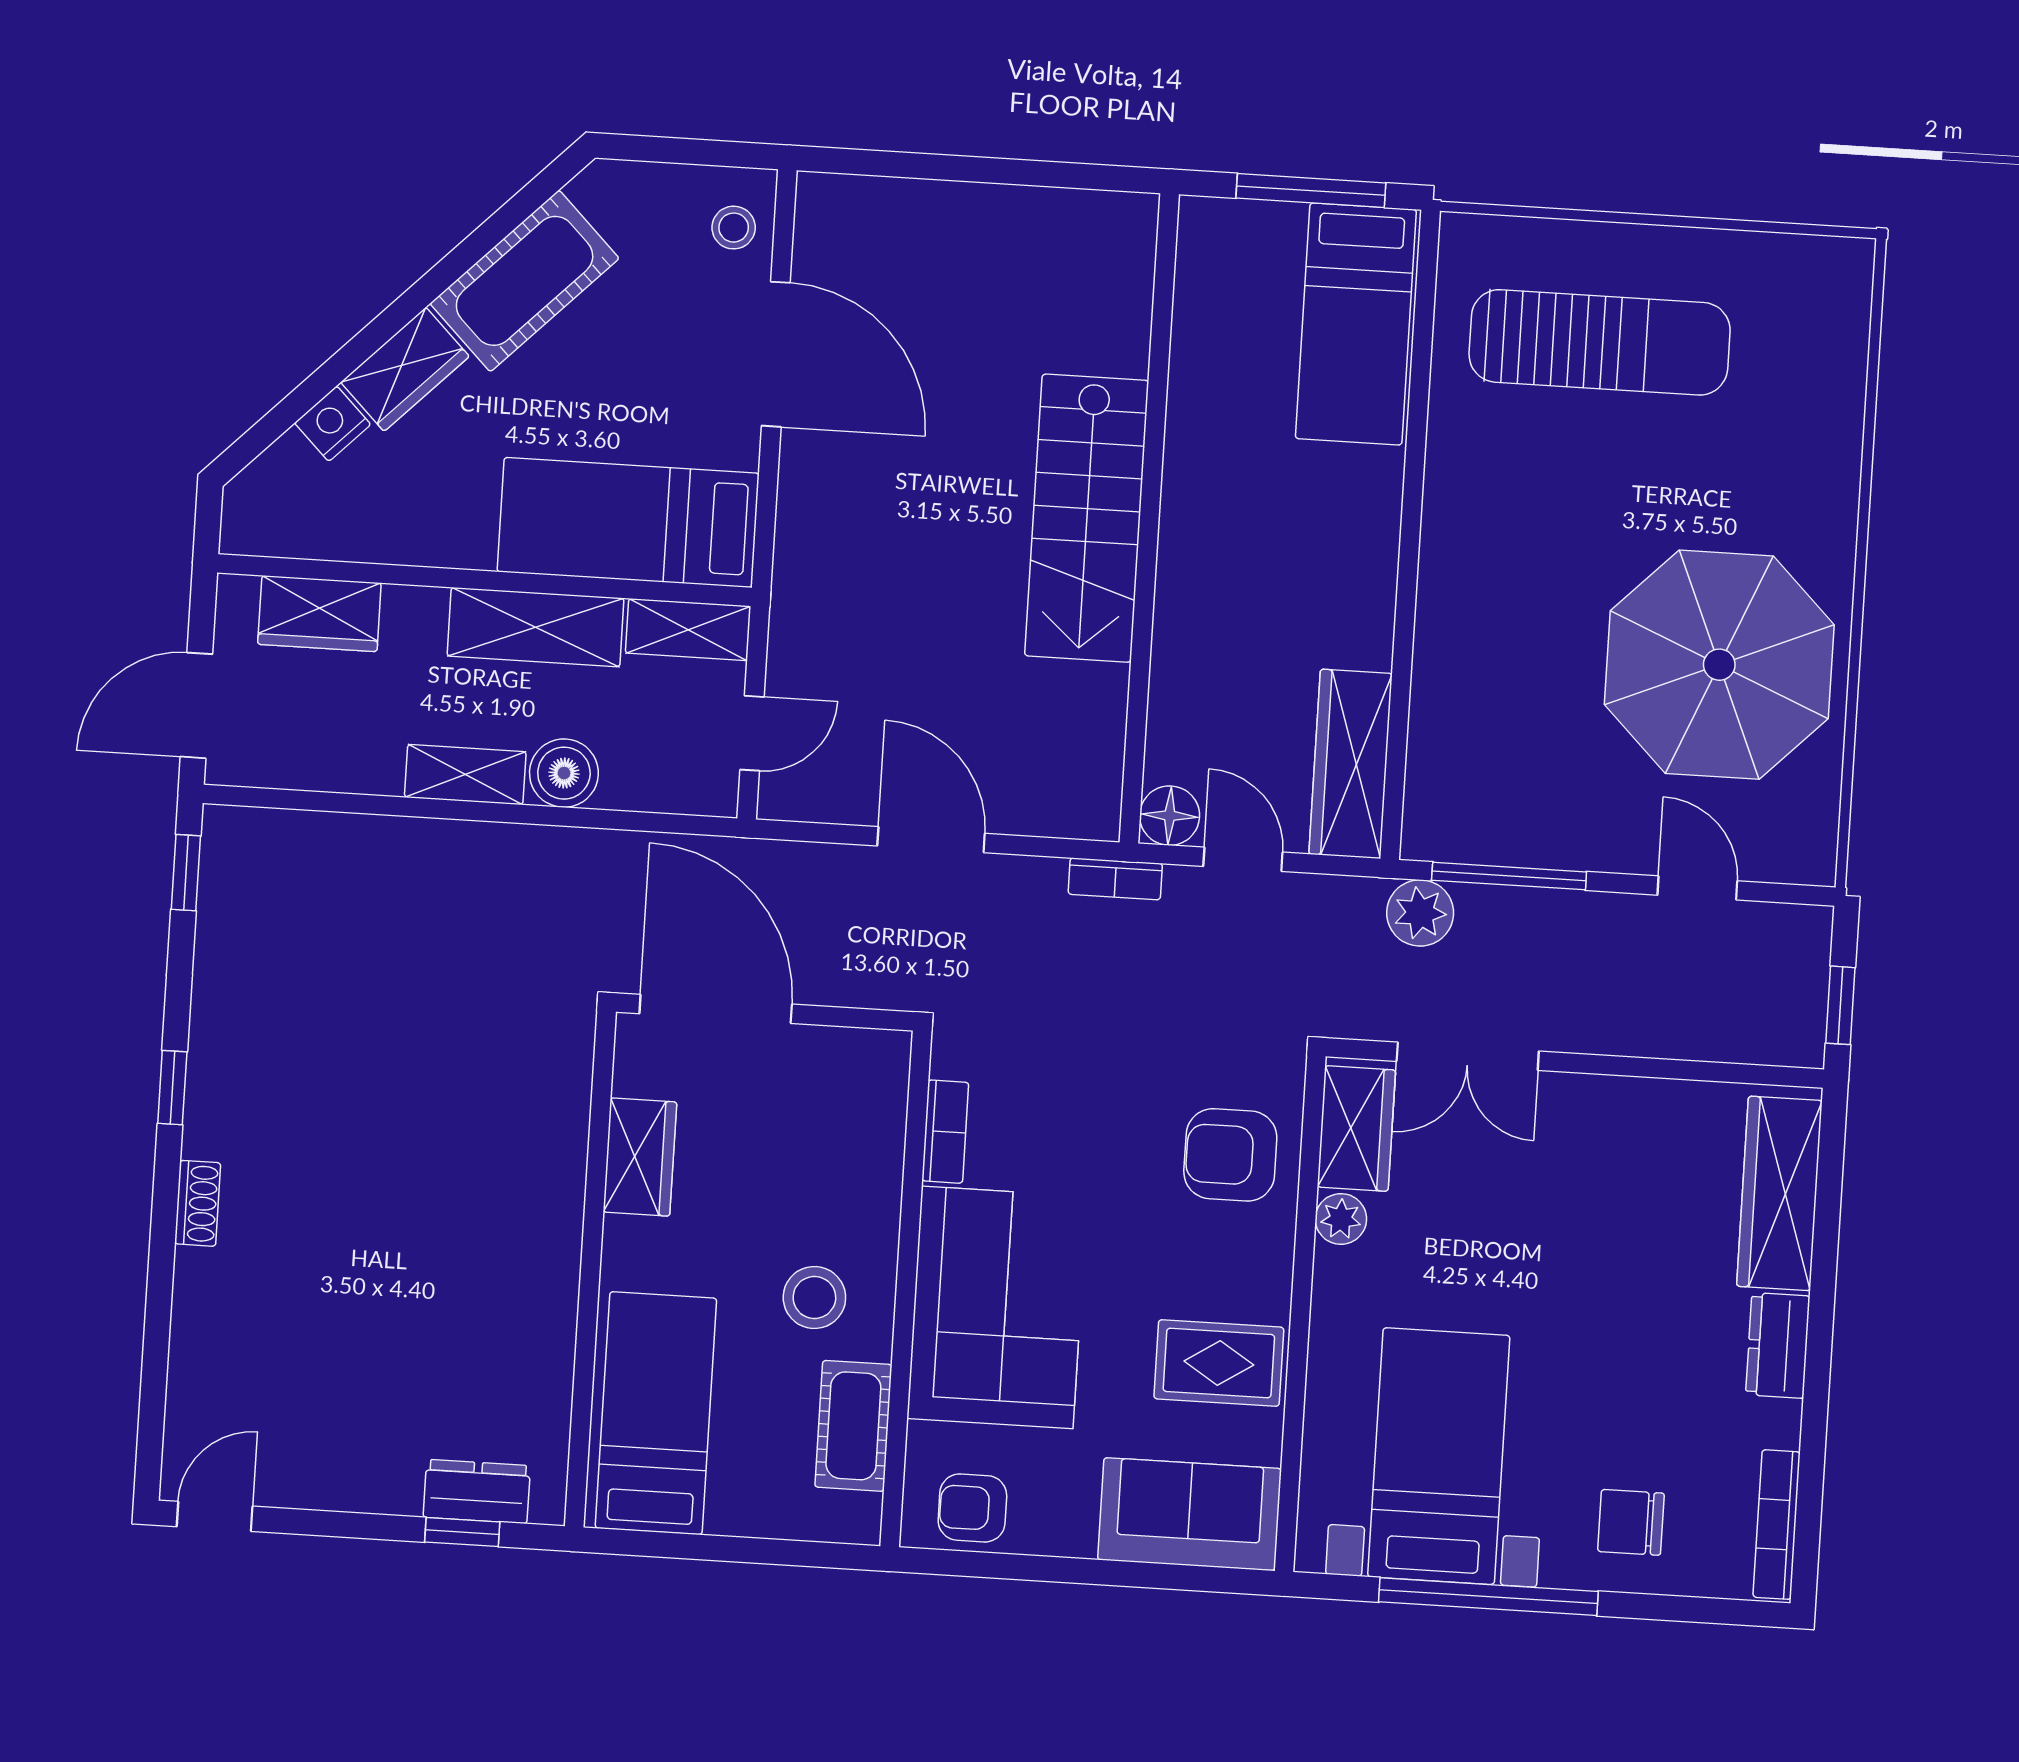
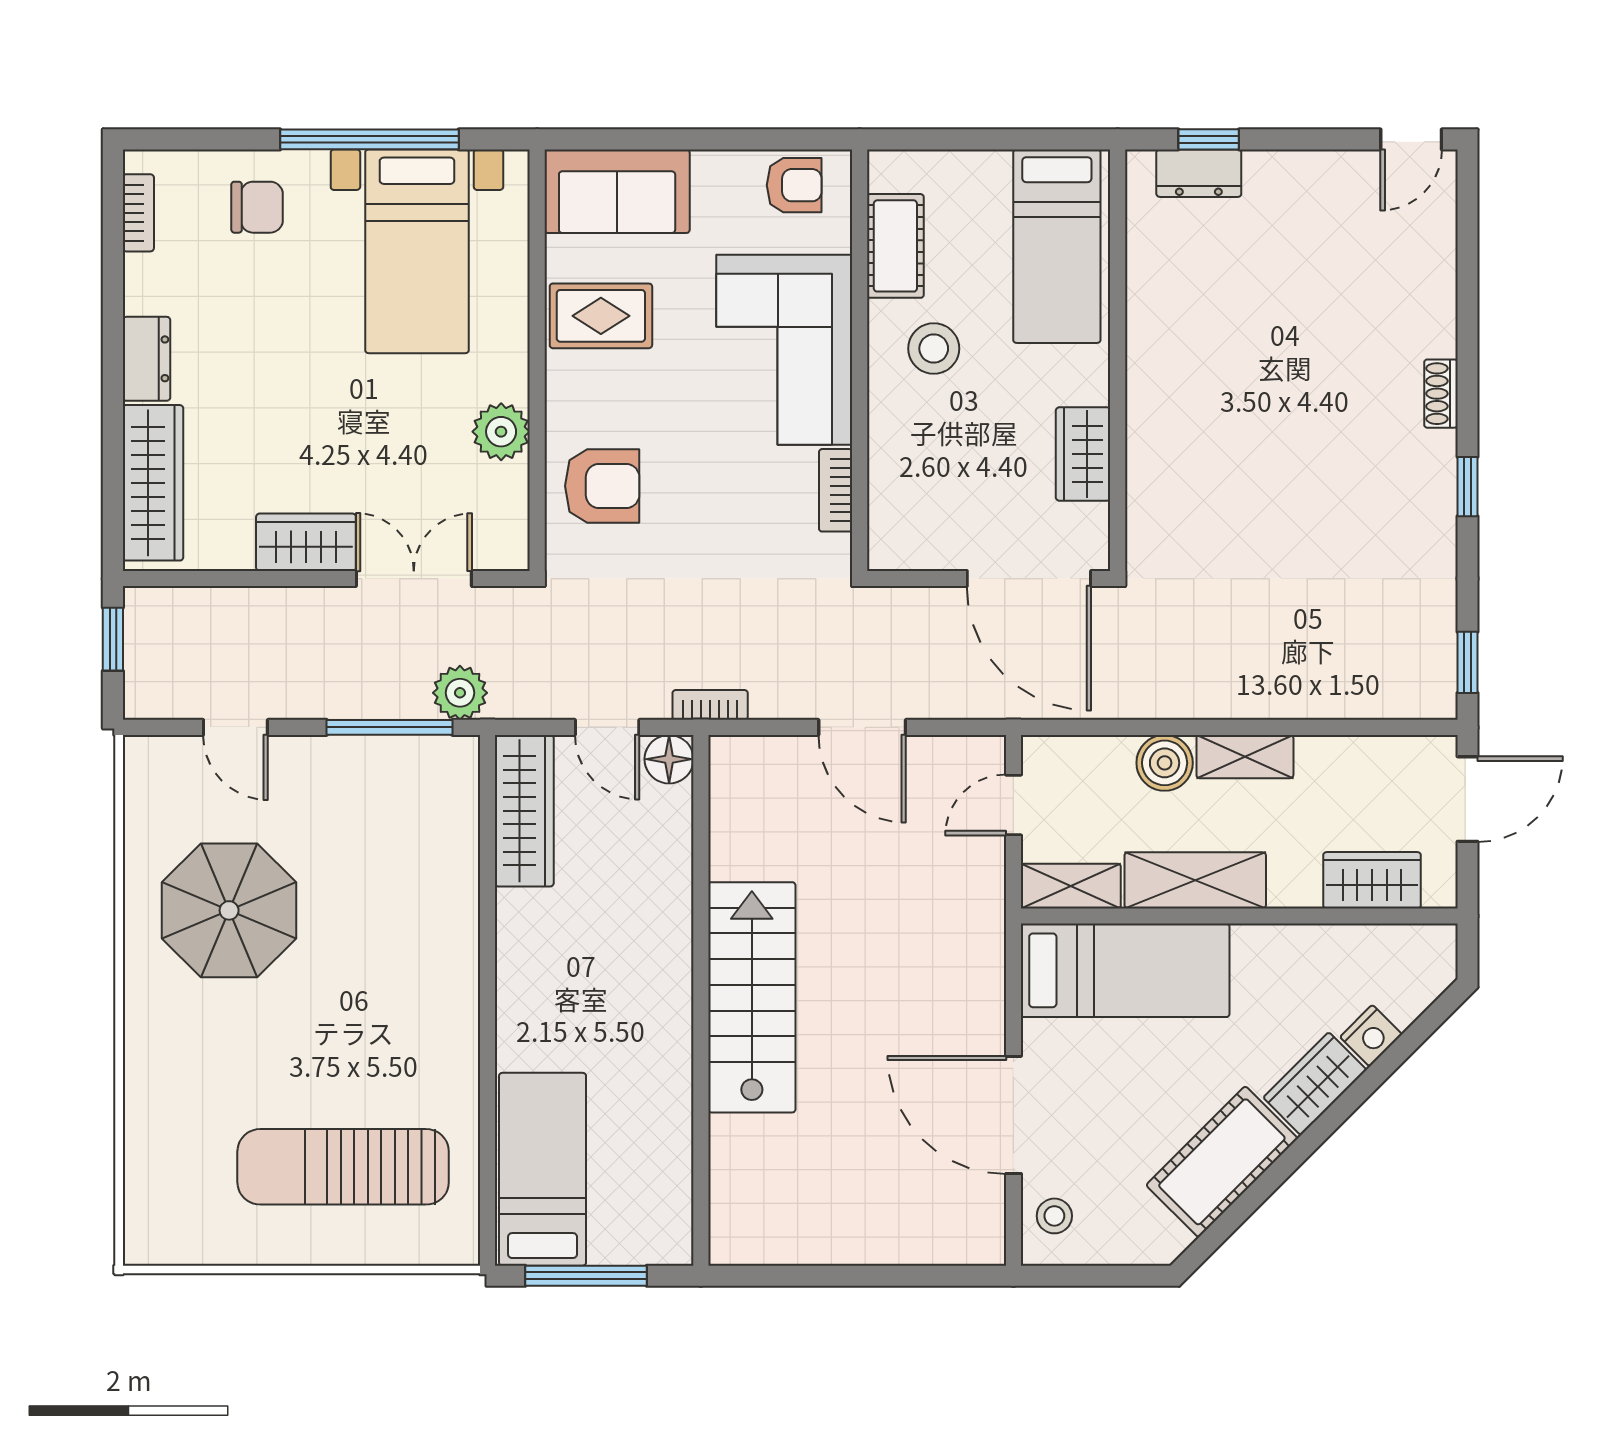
parasol: (1719, 665) -> (229, 910), width x0.73, depth x0.73
wardrobe: (1356, 1128) -> (306, 542), moved, turned 90
plant: (1341, 1219) -> (501, 432), width x1.38, depth x1.38
bookcase: (1777, 1525) -> (138, 213), width x0.64

